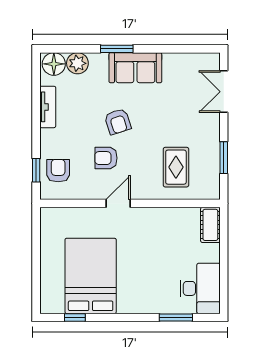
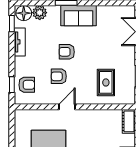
window: (36, 80) -> (12, 24), added
armchair: (118, 122) -> (67, 52), turned 108
armchair: (58, 171) -> (27, 85), turned 90

